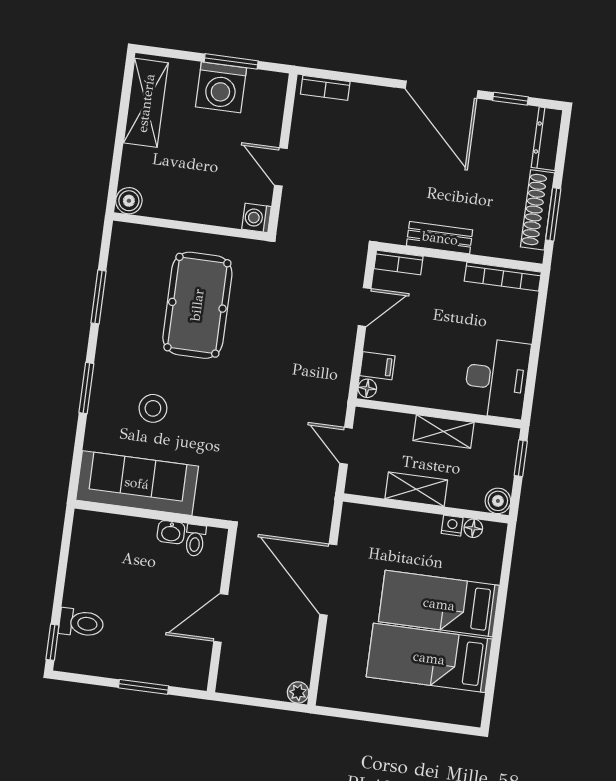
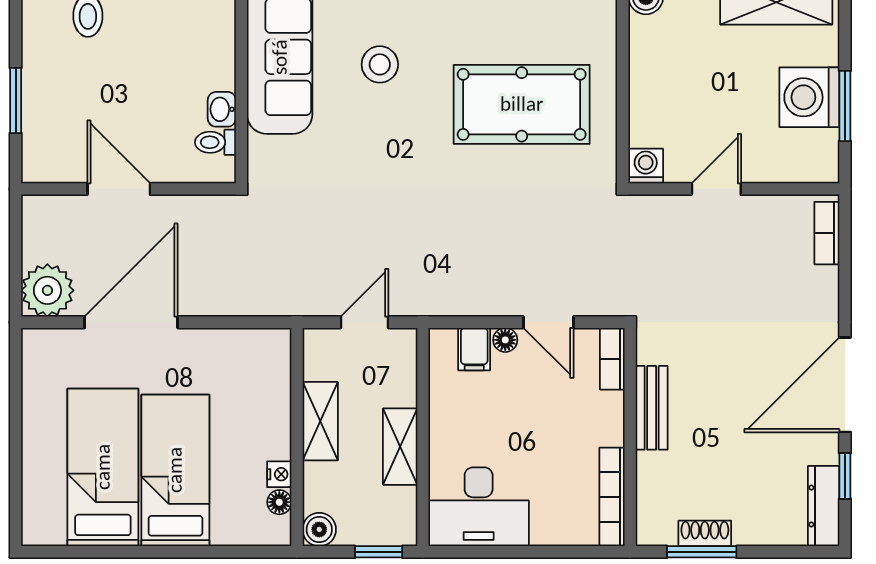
dresser: (547, 139) -> (824, 506), moved, turned -90
shoe rack: (537, 210) -> (705, 533), width x0.51, depth x0.81
floor lamp: (367, 388) -> (505, 340), moved
door: (328, 580) -> (131, 322), moved
plant: (298, 692) -> (47, 290), width x1.88, depth x1.88

